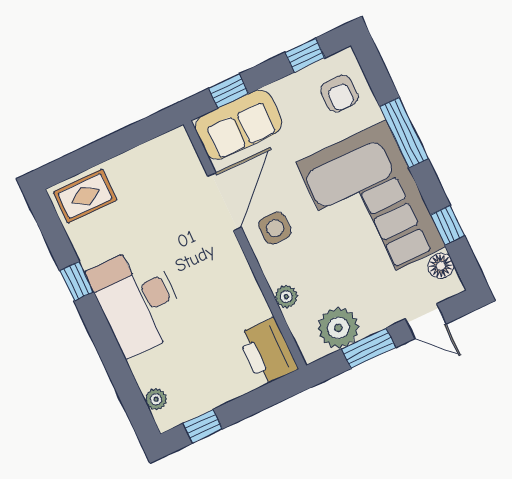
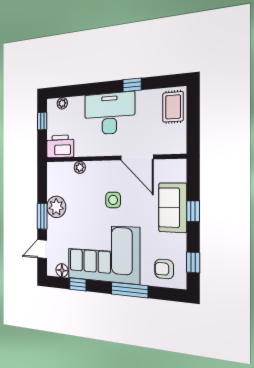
door: (225, 202) -> (137, 158), moved
wall: (245, 245) -> (112, 158), moved
plant: (286, 297) -> (80, 167), moved
printer: (268, 352) -> (60, 146), moved

